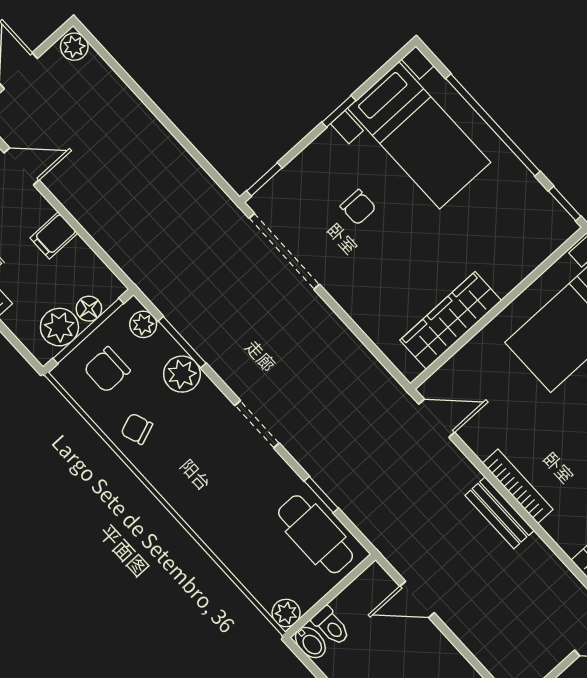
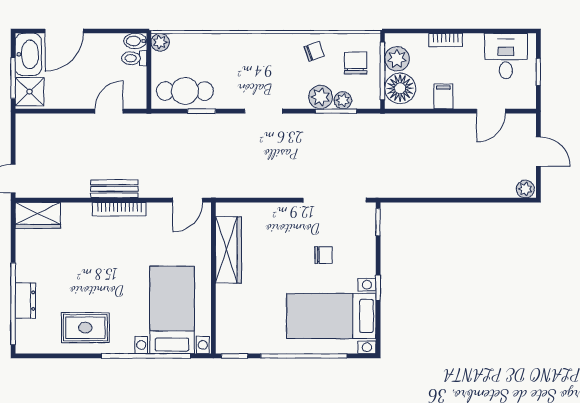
chair: (358, 207) -> (324, 255), turned 180
floor lamp: (89, 309) -> (400, 88), width x1.89, depth x1.89
plant: (143, 324) -> (343, 100), moved

